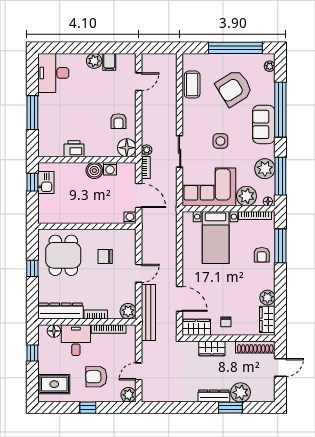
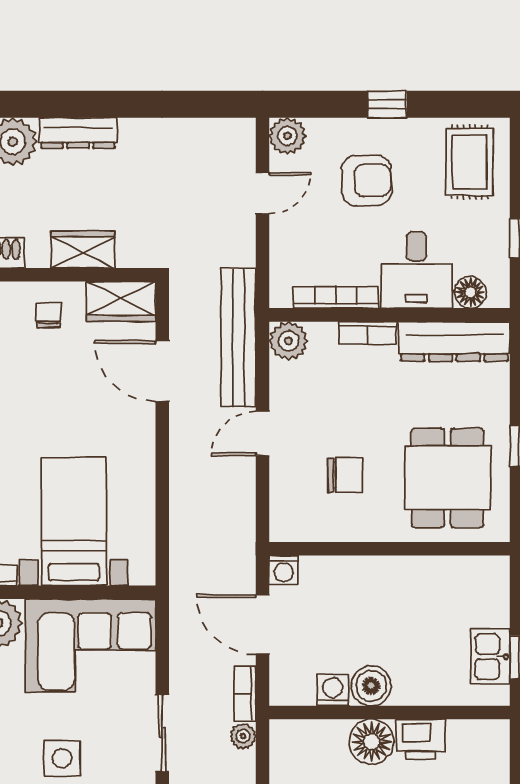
floor lamp: (127, 148) -> (371, 742), moved
rug: (54, 384) -> (469, 162), turned 90
window: (230, 408) -> (38, 104), removed

